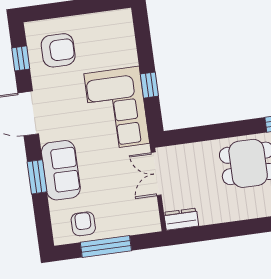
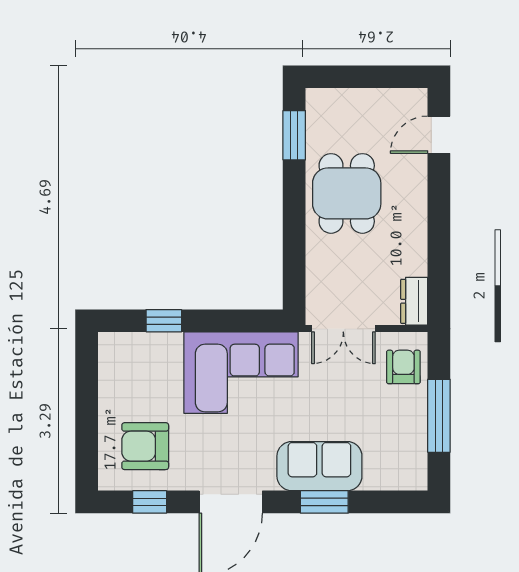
armchair: (58, 50) -> (145, 446), turned -90
window: (149, 85) -> (164, 321), moved
armchair: (83, 224) -> (403, 367), moved, turned 90

